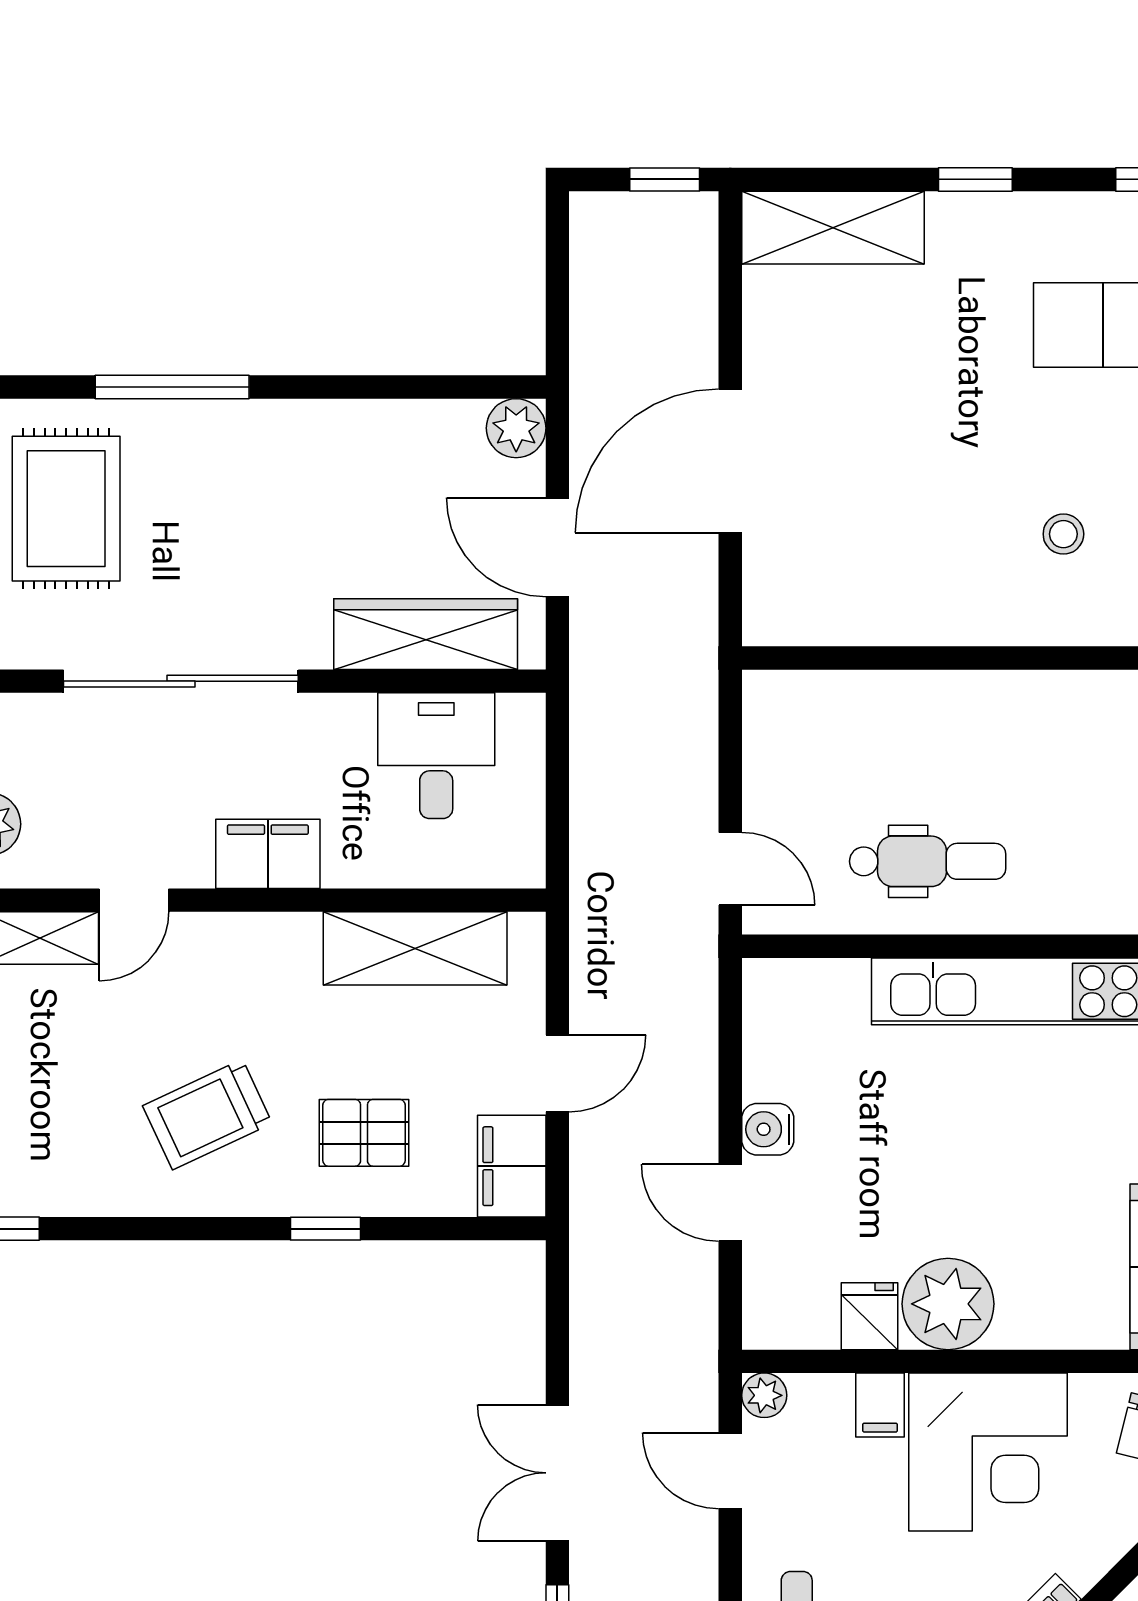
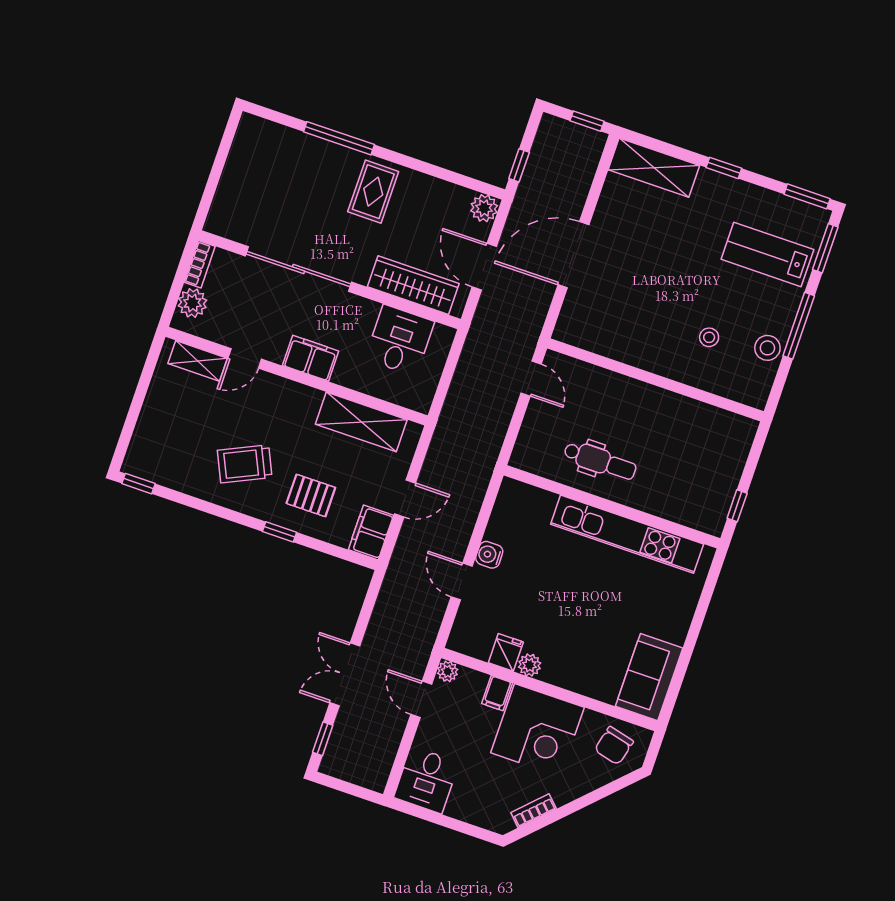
window: (557, 317) -> (519, 165), added
rug: (66, 509) -> (373, 192), moved, width x0.73, depth x0.70
door: (730, 869) -> (531, 379), moved
plant: (948, 1304) -> (530, 665), width x0.53, depth x0.53

